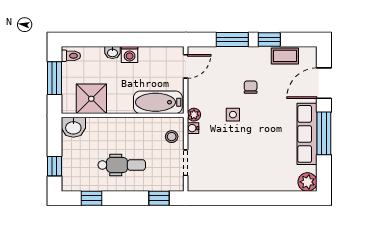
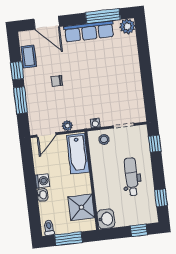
door: (186, 66) -> (47, 135), swing flipped
plant: (194, 115) -> (67, 126), moved
side table: (233, 115) -> (81, 92), removed
window: (324, 133) -> (103, 16), moved

